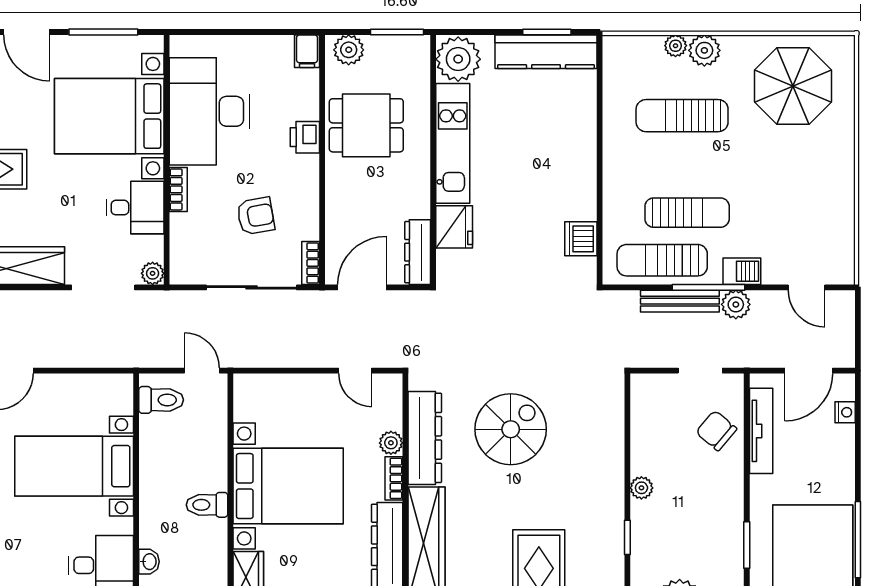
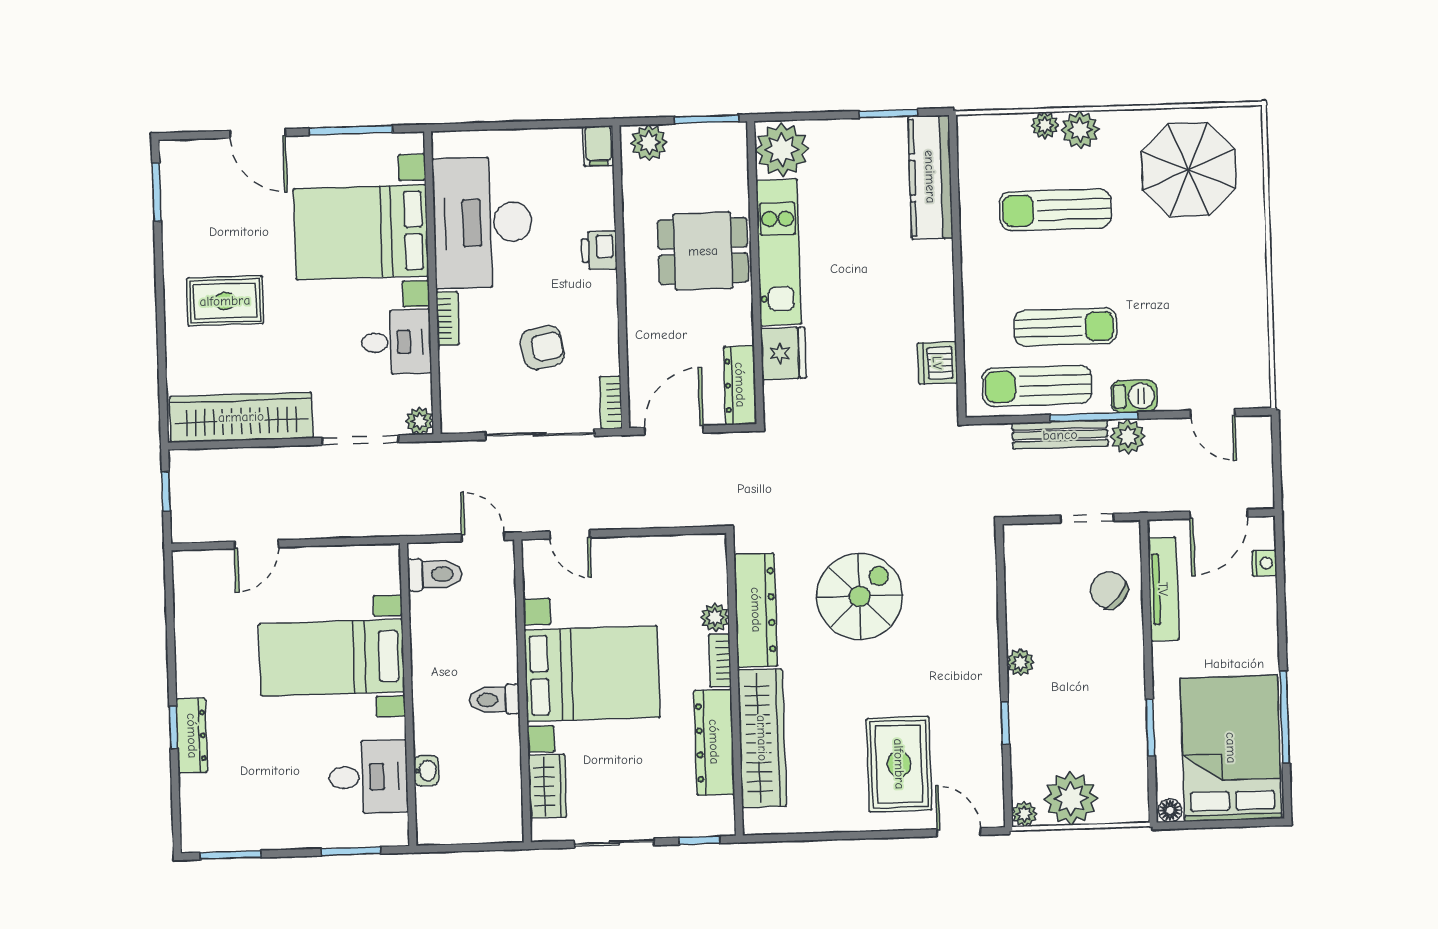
kitchen counter: (546, 52) -> (930, 177), moved, turned 90
dining table: (366, 125) -> (703, 251), moved
door: (355, 371) -> (570, 534), moved

